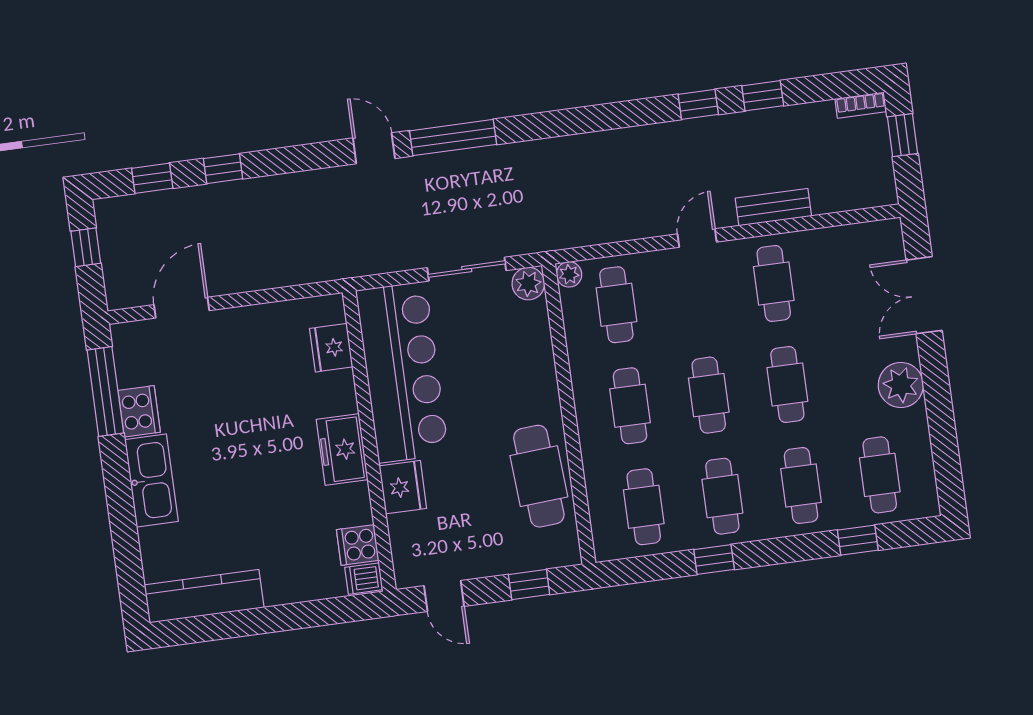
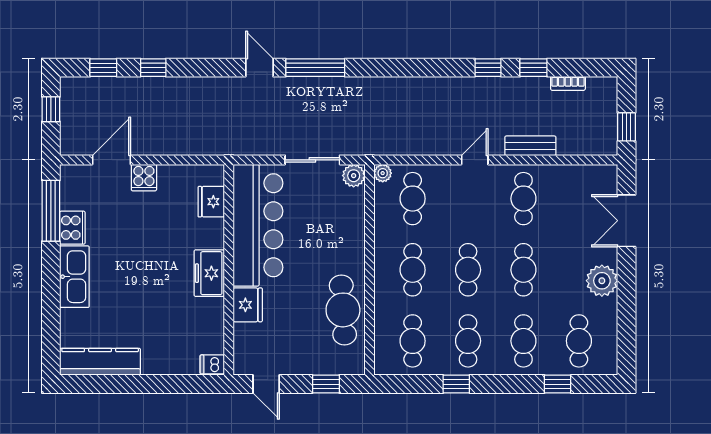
bookcase: (861, 105) -> (568, 83), moved
window: (903, 135) -> (626, 127), moved
cooker: (358, 545) -> (144, 178), moved, turned -90

